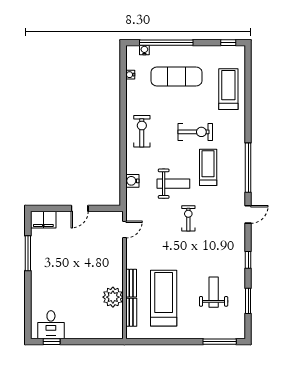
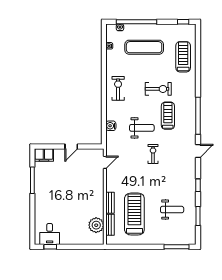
weight bench: (214, 292) -> (172, 210), turned 90
plant: (113, 297) -> (96, 225), moved

